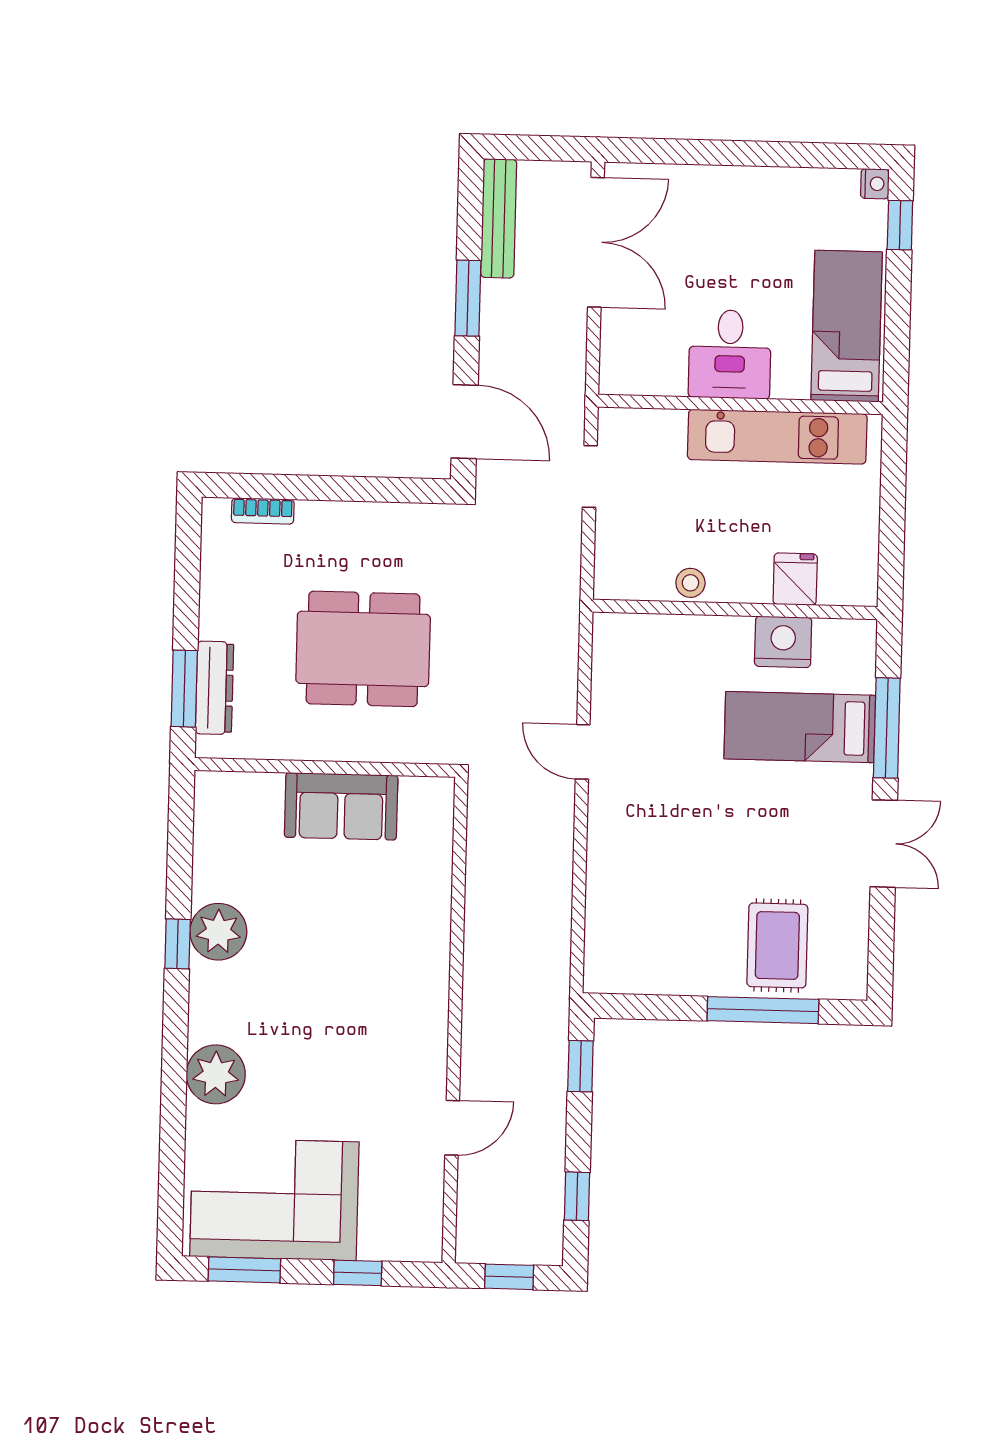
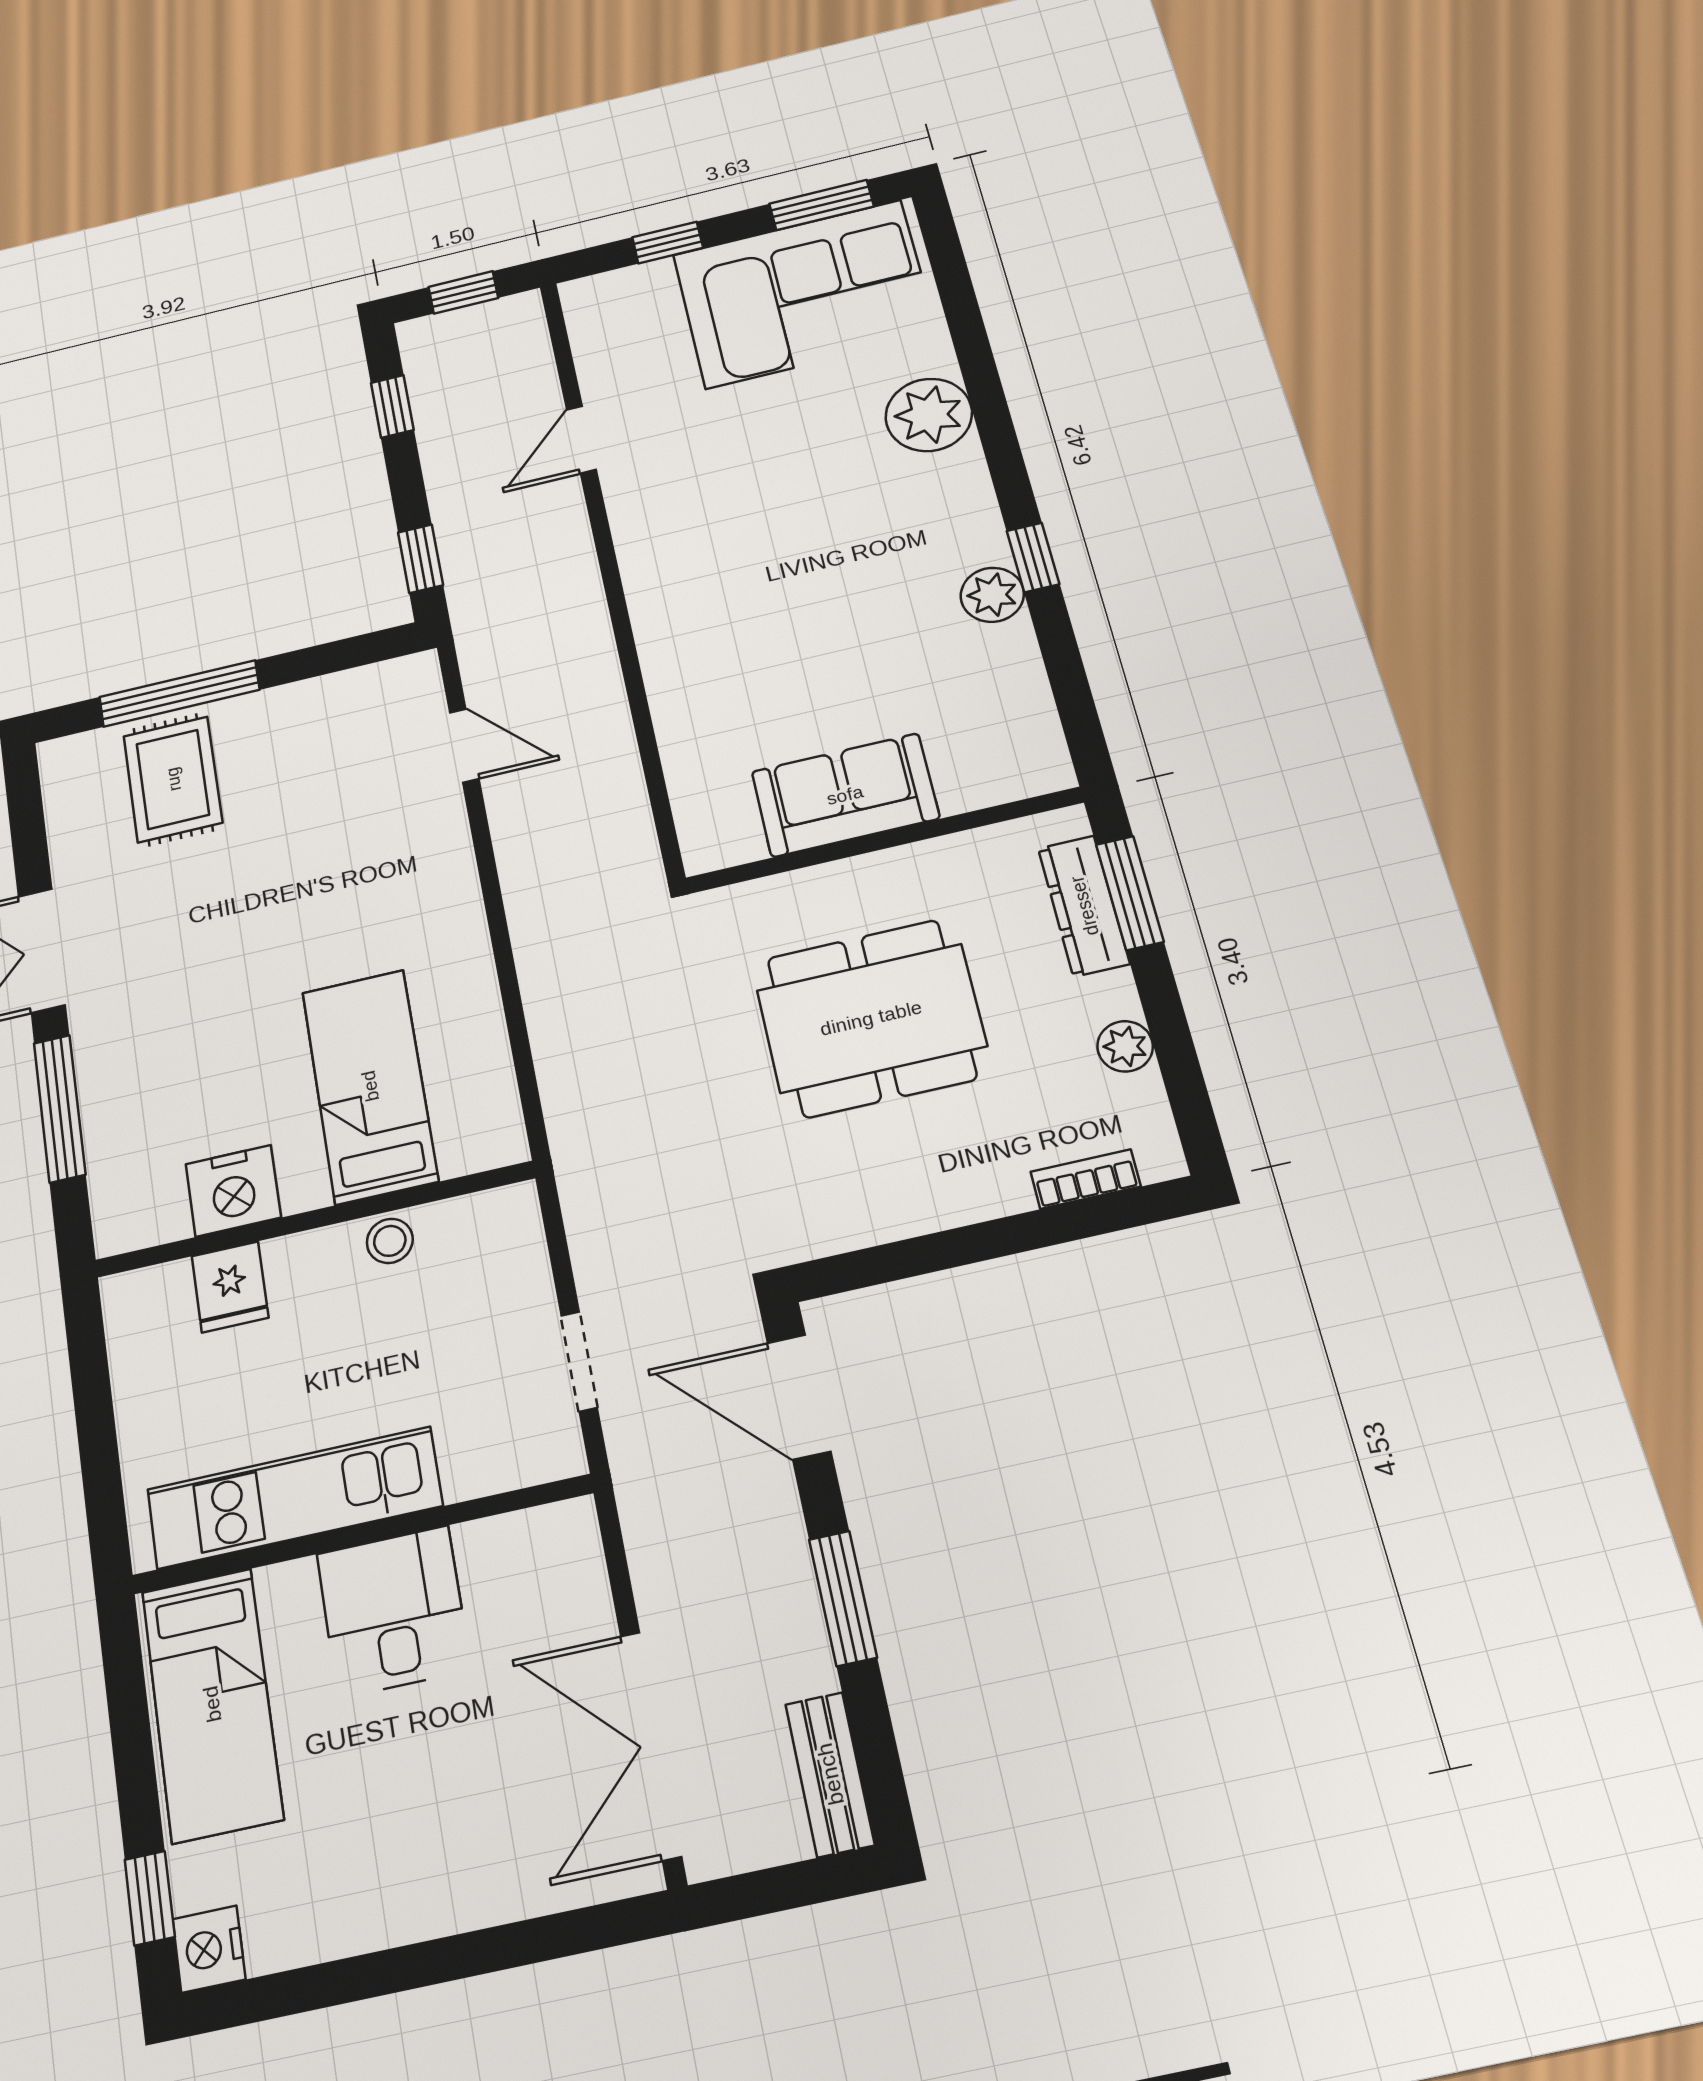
nightstand: (875, 184) -> (209, 1949), width x1.39, depth x1.35
bench: (499, 218) -> (830, 1774), width x0.73
plant: (216, 589) -> (1125, 1046), added
bed: (800, 727) -> (370, 1086), moved, turned -90
door: (583, 752) -> (464, 745), moved
plant: (218, 932) -> (992, 595), width x0.73, depth x0.73

